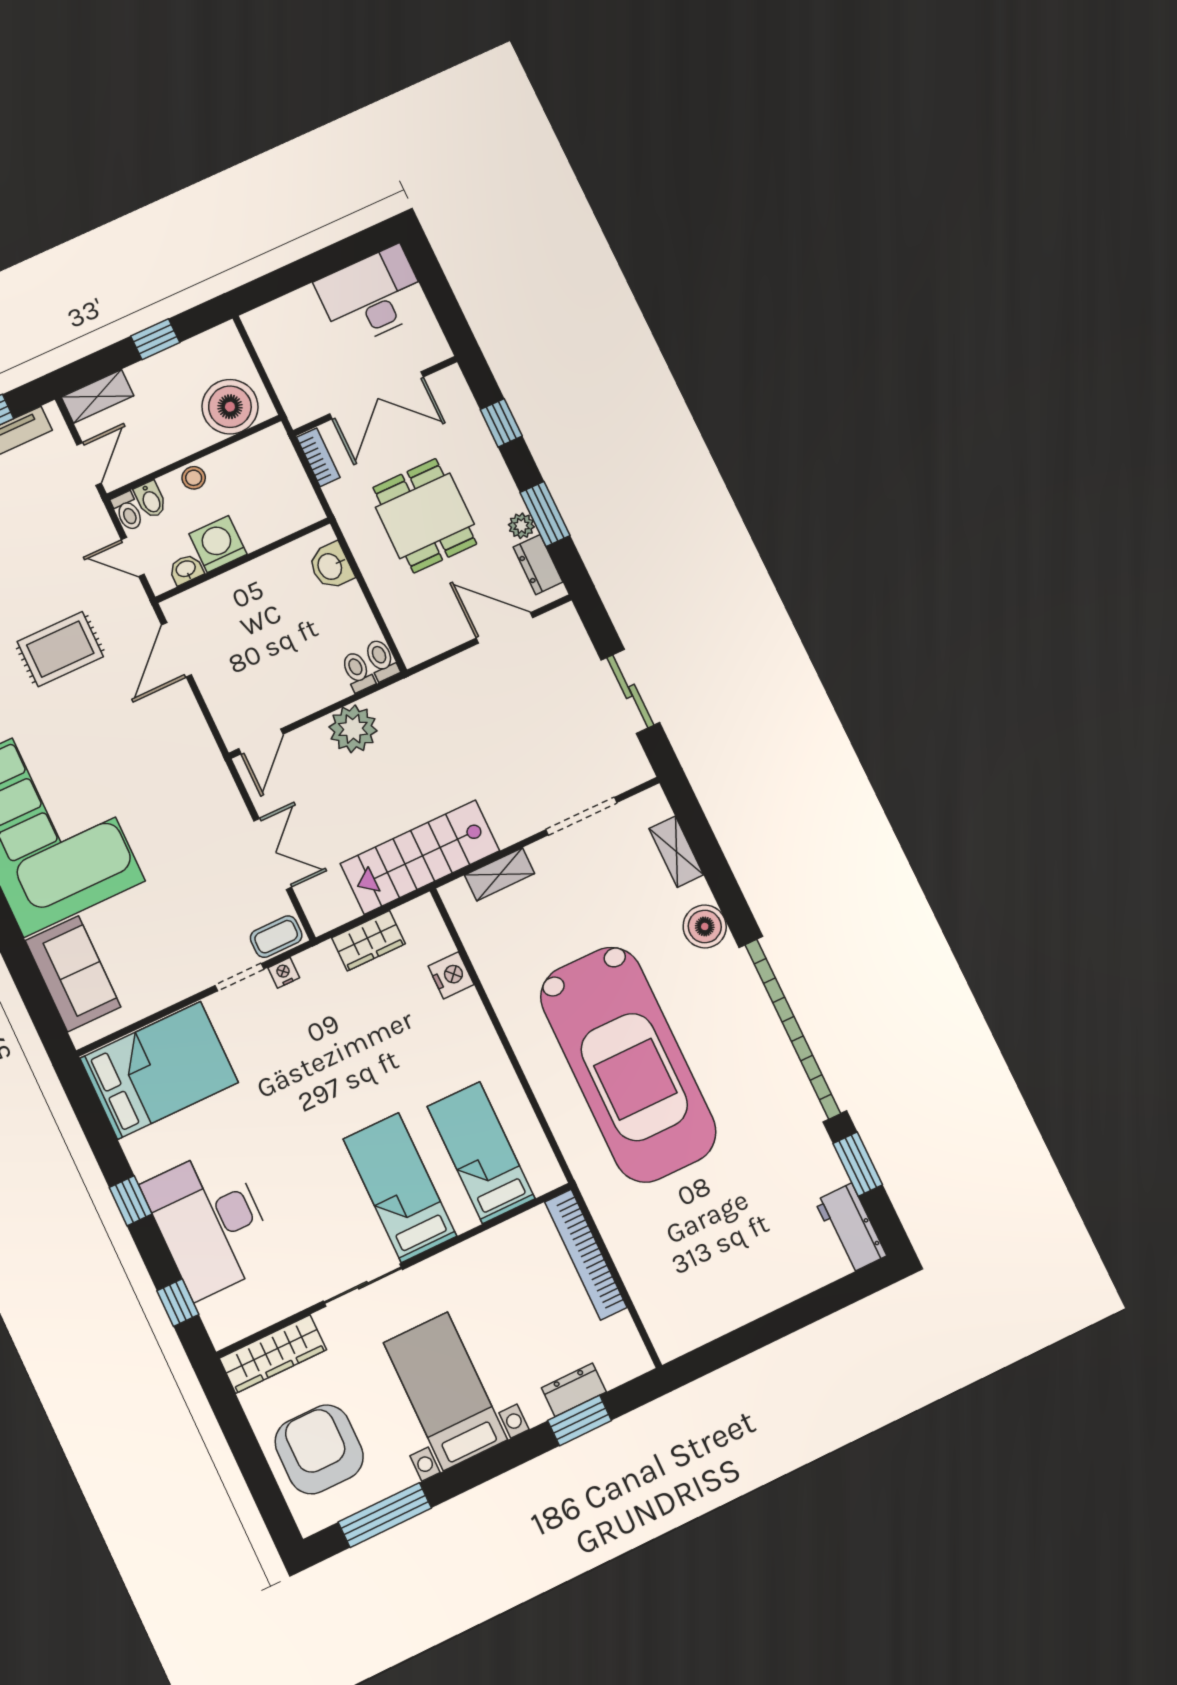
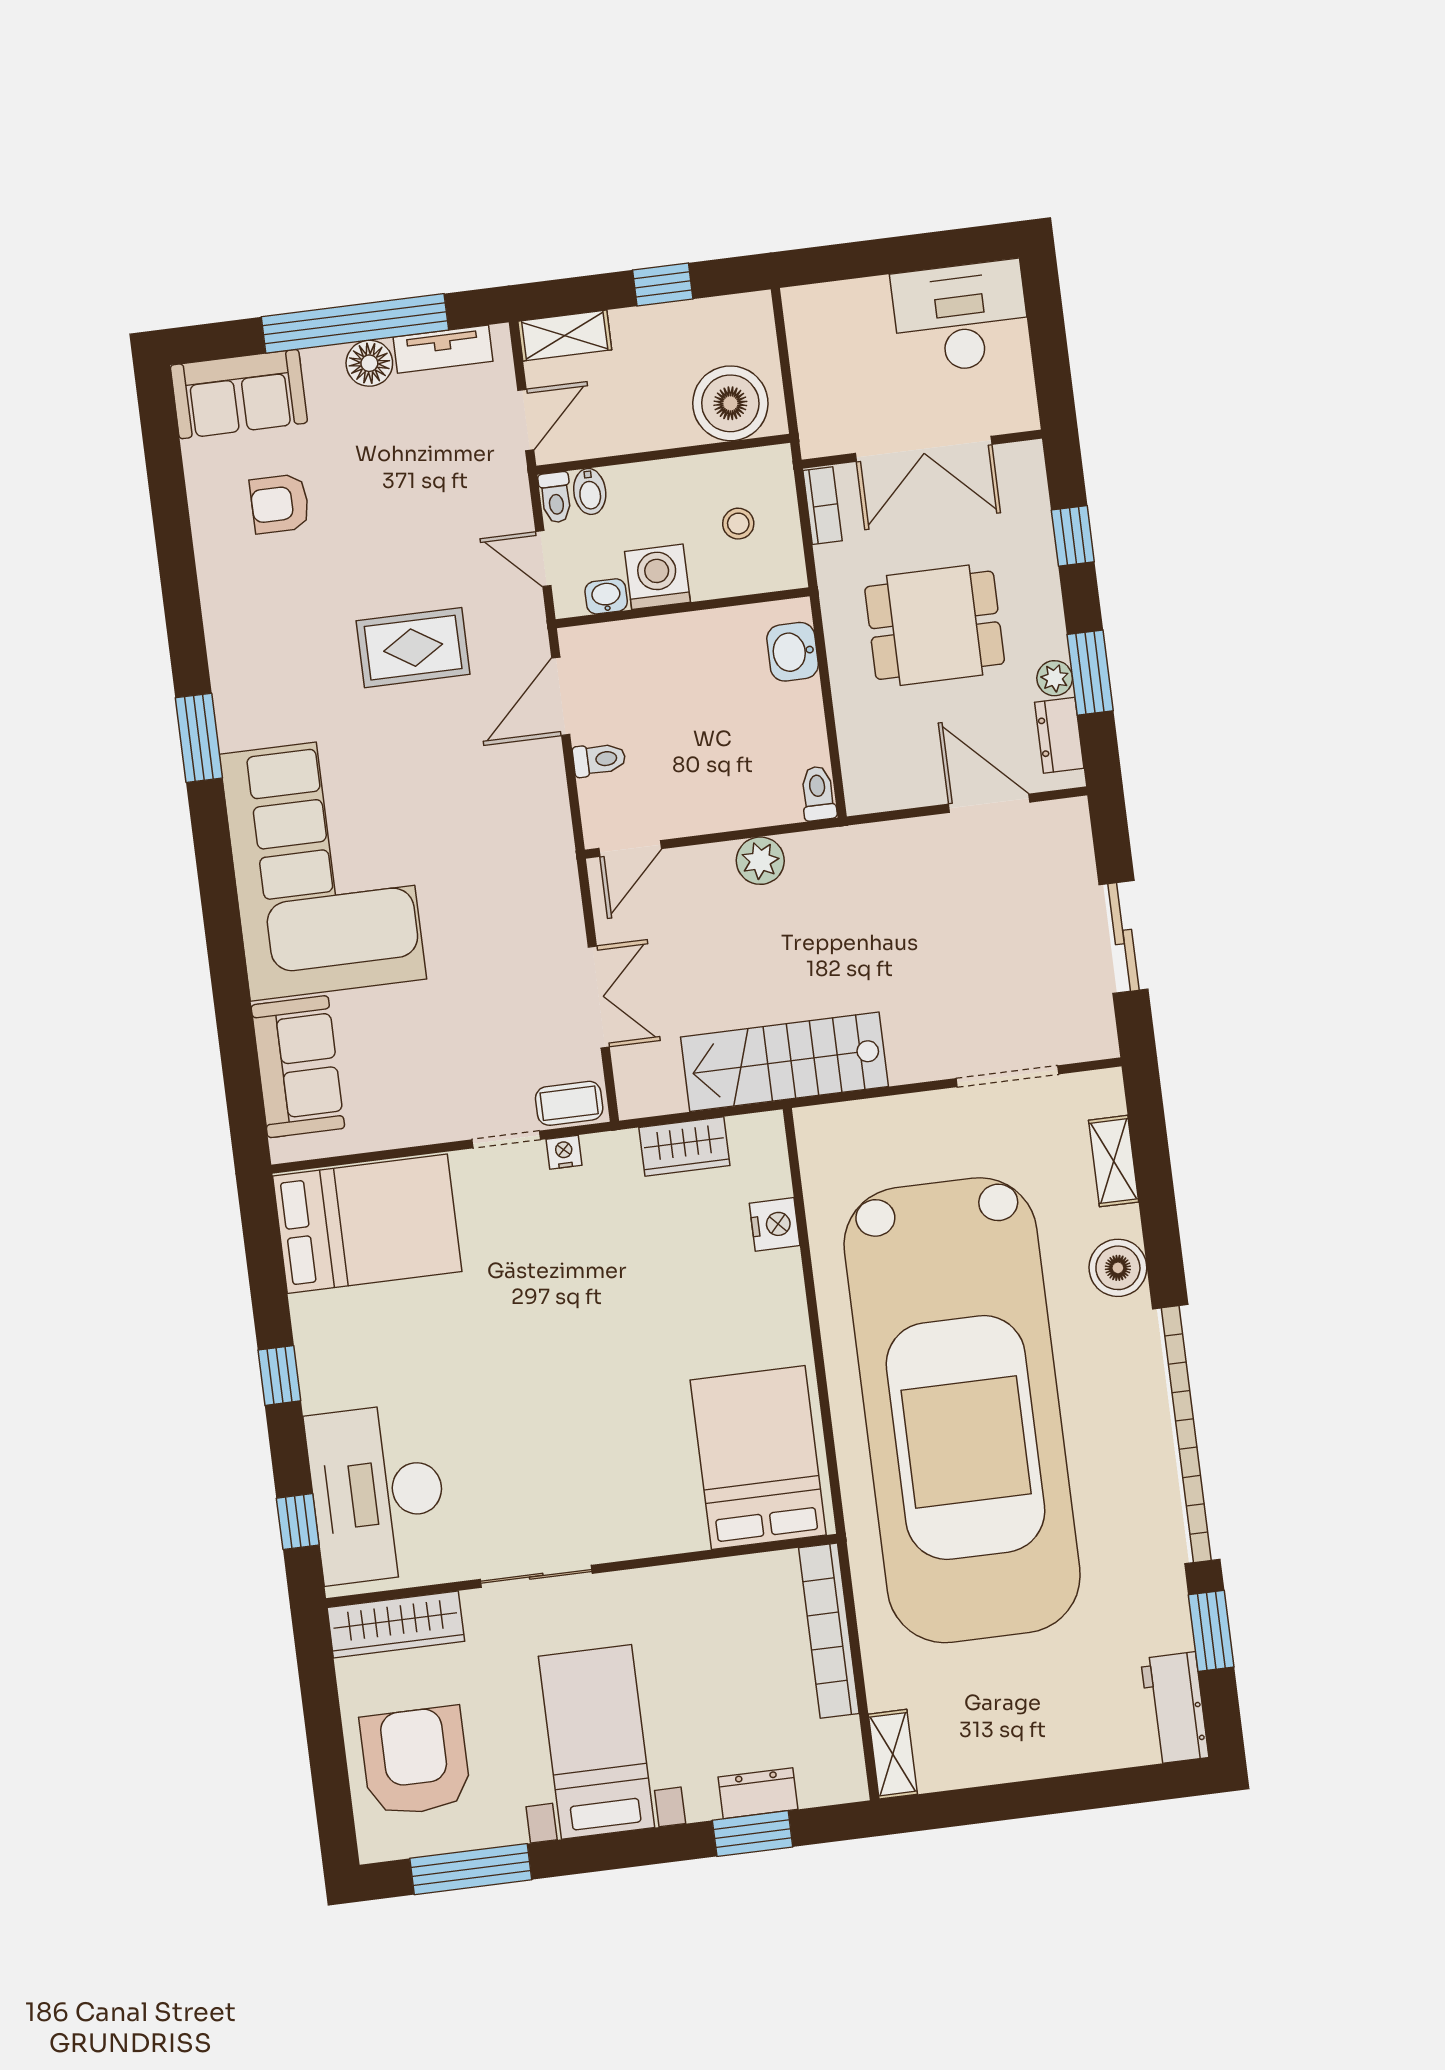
stool: (194, 478) -> (738, 524), moved
dining table: (425, 516) -> (935, 625), turned 90
toilet: (358, 672) -> (599, 759), moved, turned 90
plant: (353, 729) -> (760, 861), width x0.73, depth x0.73
shelving: (500, 874) -> (893, 1754), moved, turned 90
car: (628, 1064) -> (962, 1410), width x1.36, depth x1.48
bed: (481, 1153) -> (758, 1457), width x1.50
bed: (400, 1188) -> (622, 1470), removed
desk: (210, 1223) -> (377, 1493), moved

